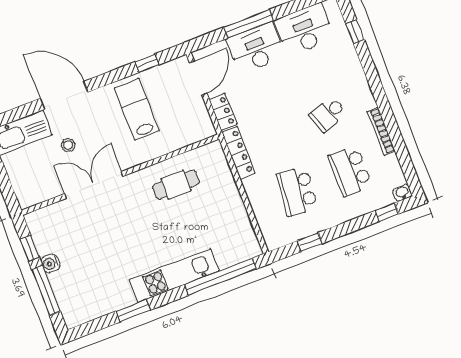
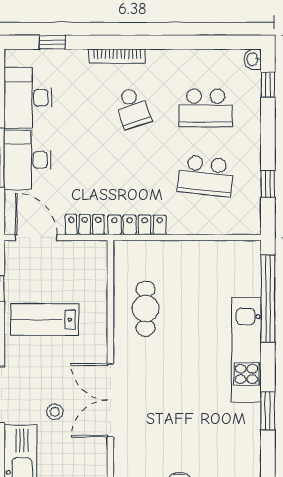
bookcase: (381, 131) -> (117, 56), moved

